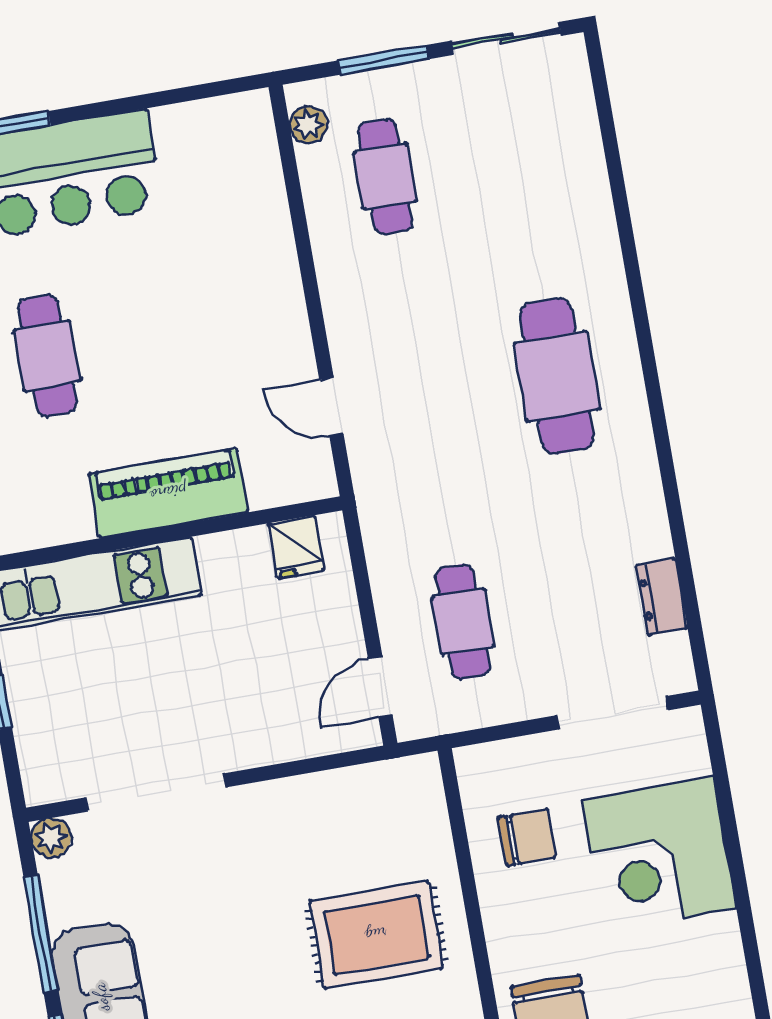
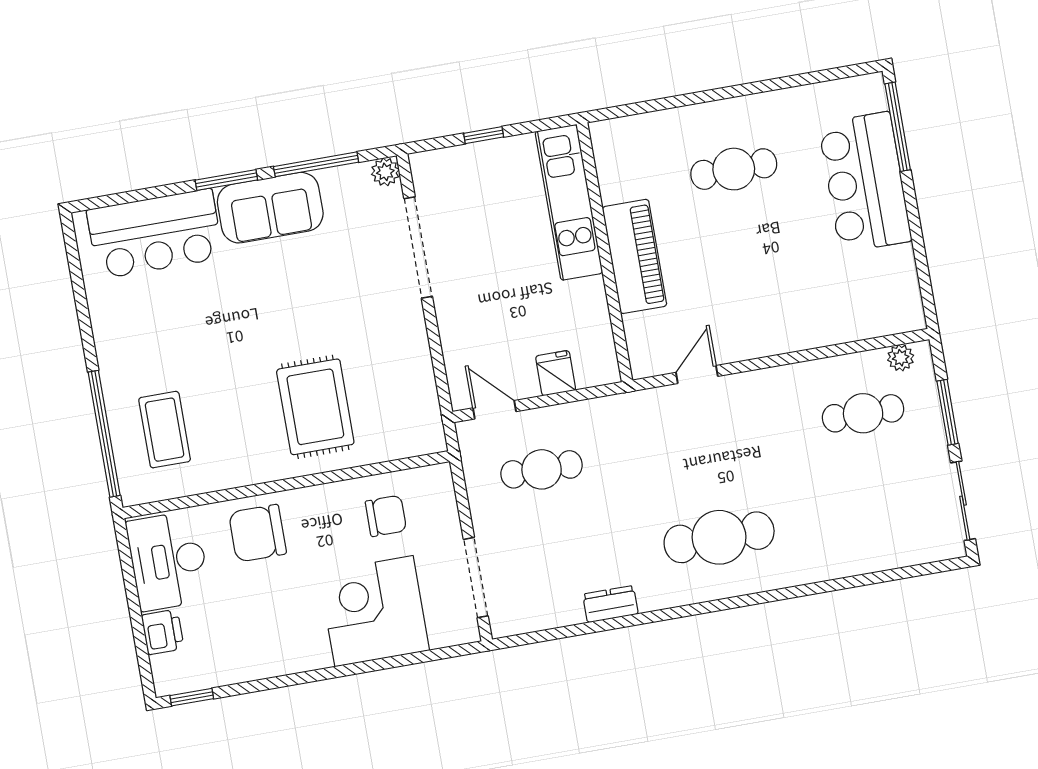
fridge: (296, 547) -> (556, 373), moved, turned 90
dresser: (662, 597) -> (610, 604), moved
chair: (527, 837) -> (386, 516), turned -90

